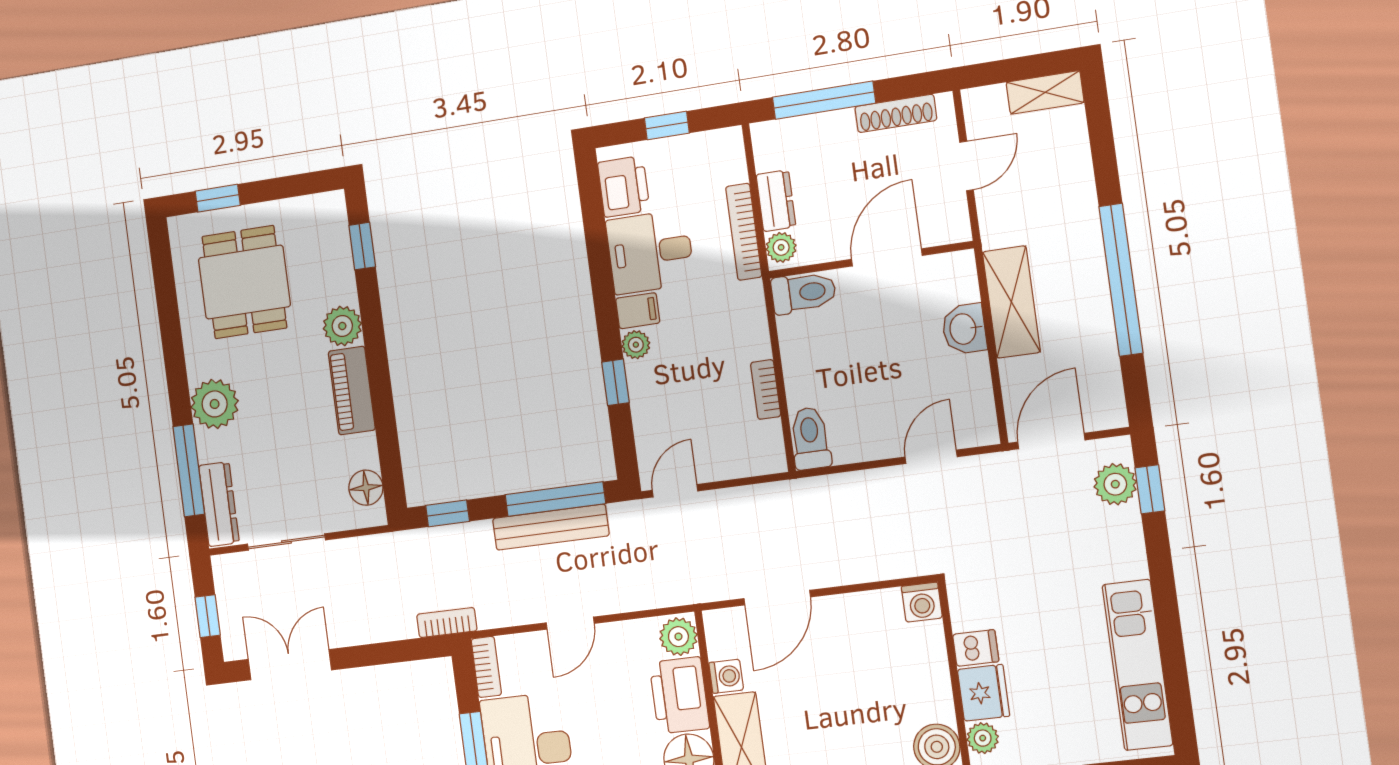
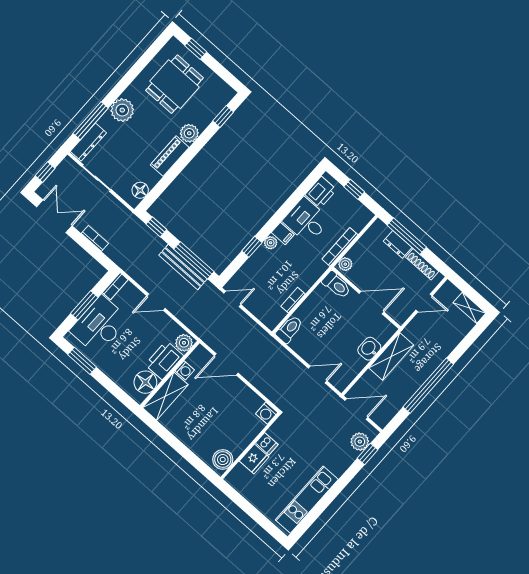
dresser: (776, 201) -> (398, 244), moved, turned 90
bookcase: (447, 623) -> (95, 238), moved
plant: (983, 738) -> (239, 472), removed

